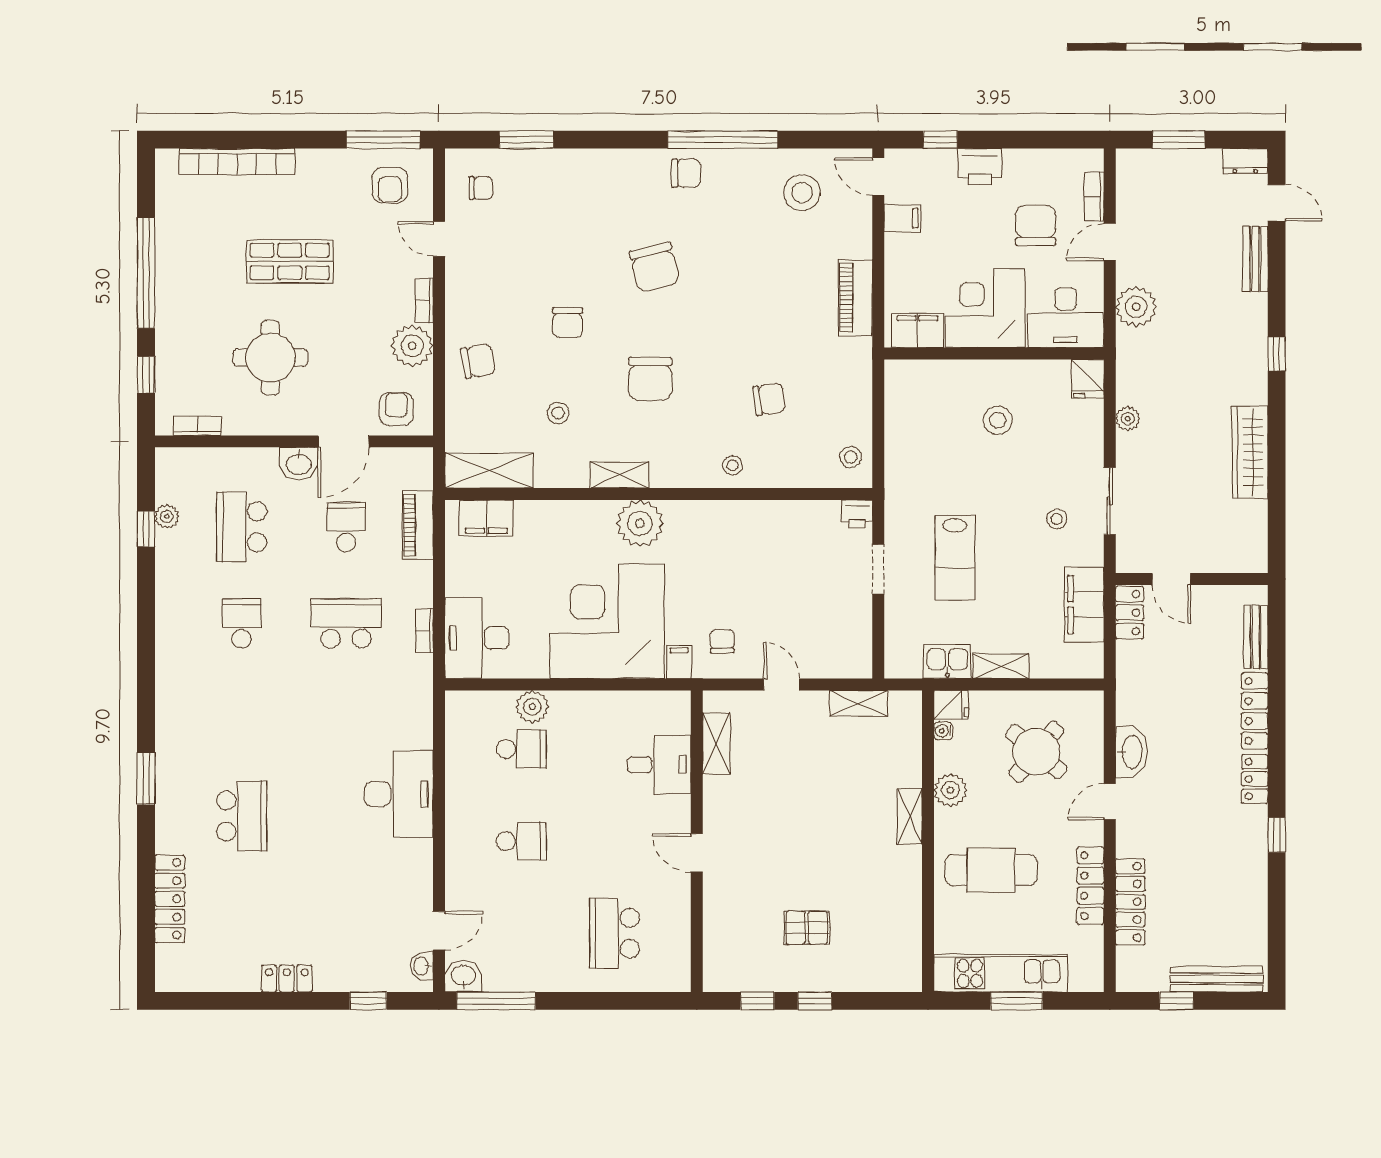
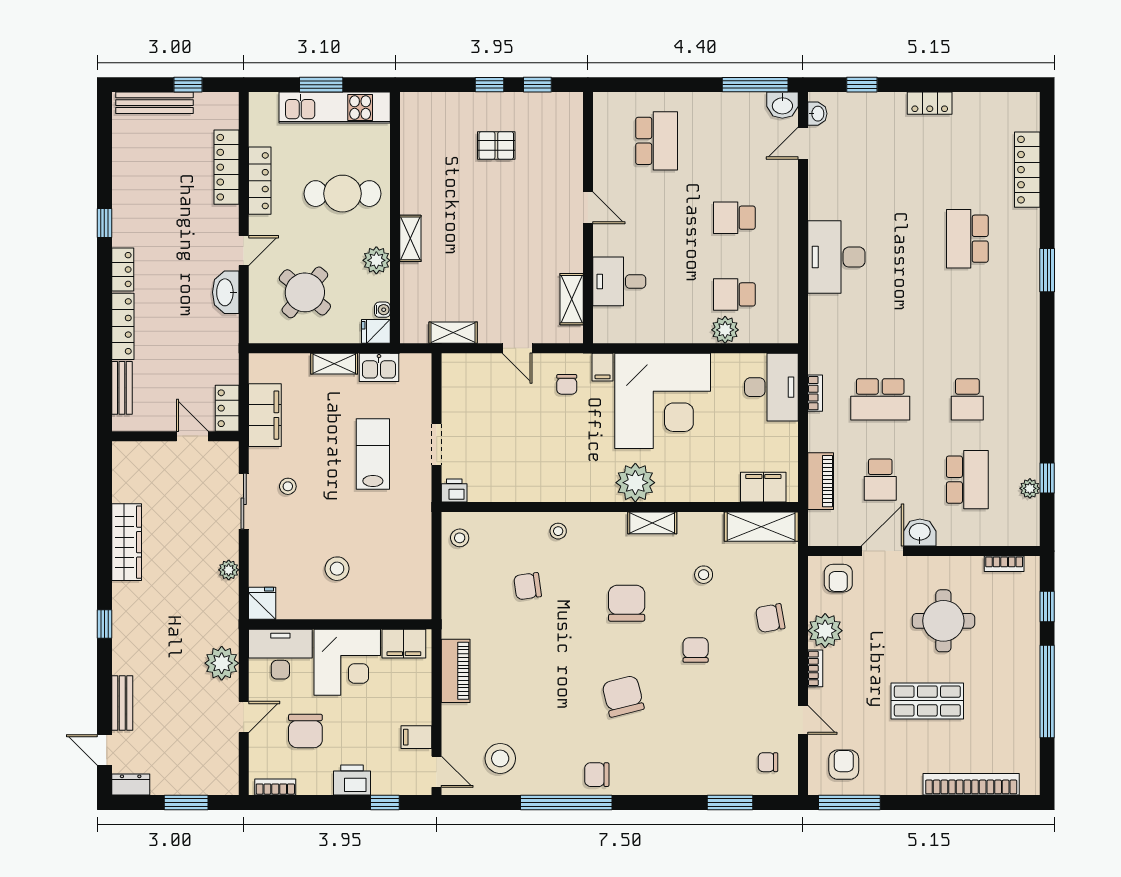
bookcase: (1094, 196) -> (275, 787), moved, turned -90

